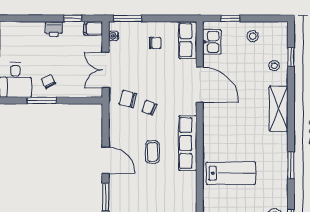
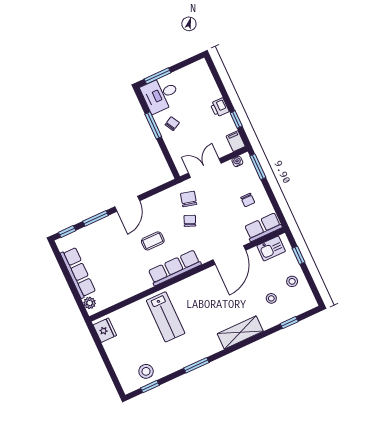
stool: (274, 66) -> (271, 298), moved

